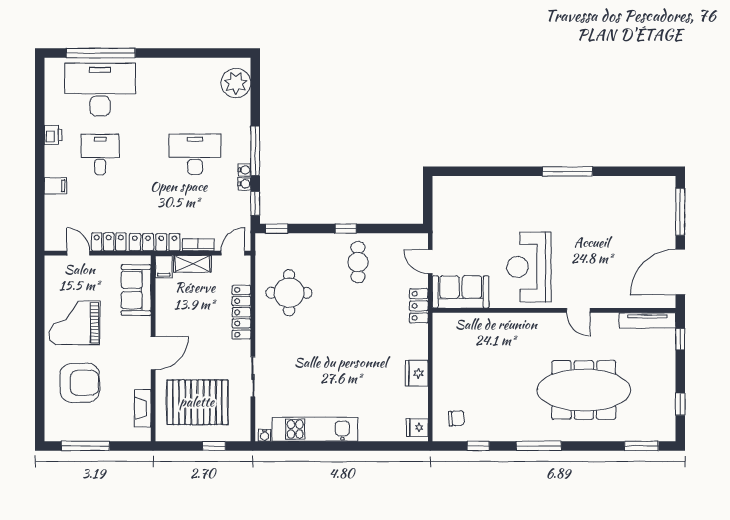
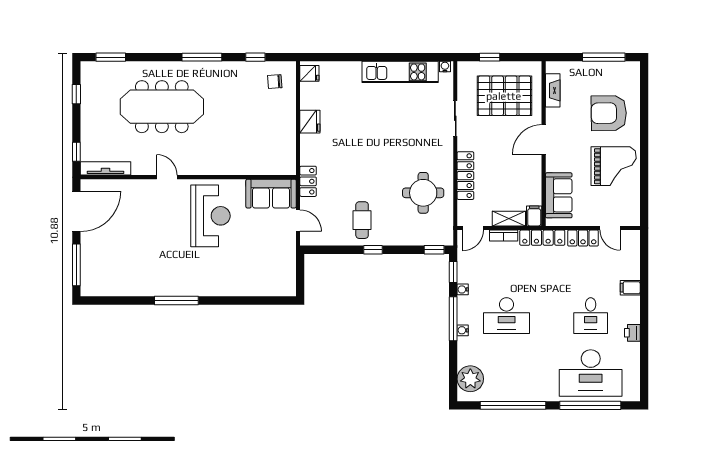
window: (188, 53) -> (513, 405), added
water cooler: (244, 170) -> (463, 330), moved

